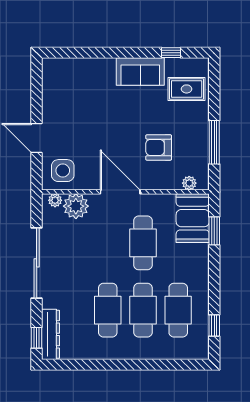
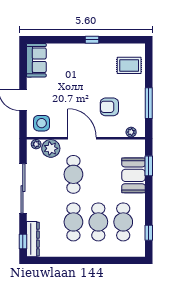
window: (171, 53) -> (92, 40), moved
sofa: (140, 71) -> (36, 60), moved, turned -90
booth: (193, 218) -> (133, 175), moved
cafe table: (143, 243) -> (73, 174), moved

